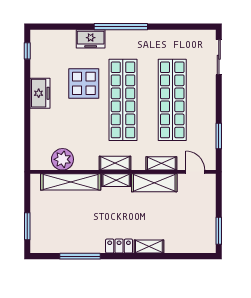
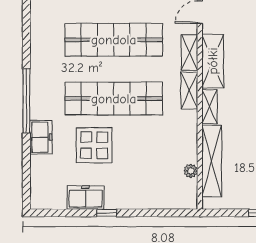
window: (27, 51) -> (107, 213), moved
freezer: (40, 93) -> (86, 198), moved
plant: (62, 159) -> (191, 171), width x0.53, depth x0.53
shelving: (115, 163) -> (189, 91), moved

